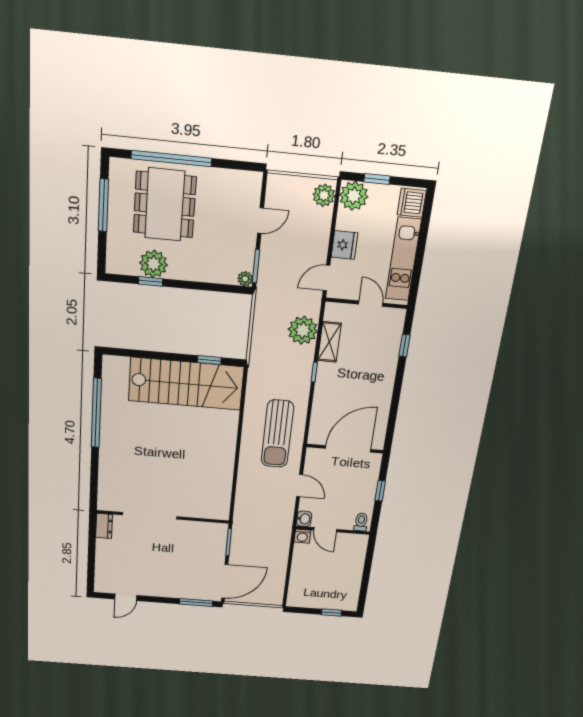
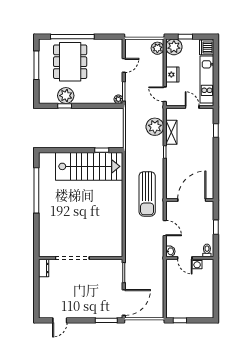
door: (327, 278) -> (165, 94), hinge flipped
washing machine: (302, 536) -> (197, 264), moved
window: (331, 613) -> (180, 320), moved

